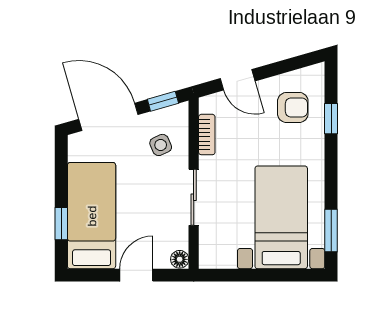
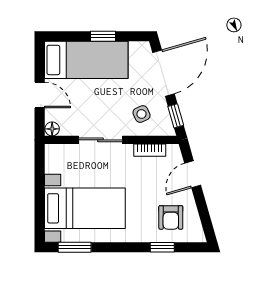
window: (61, 224) -> (103, 36), moved

